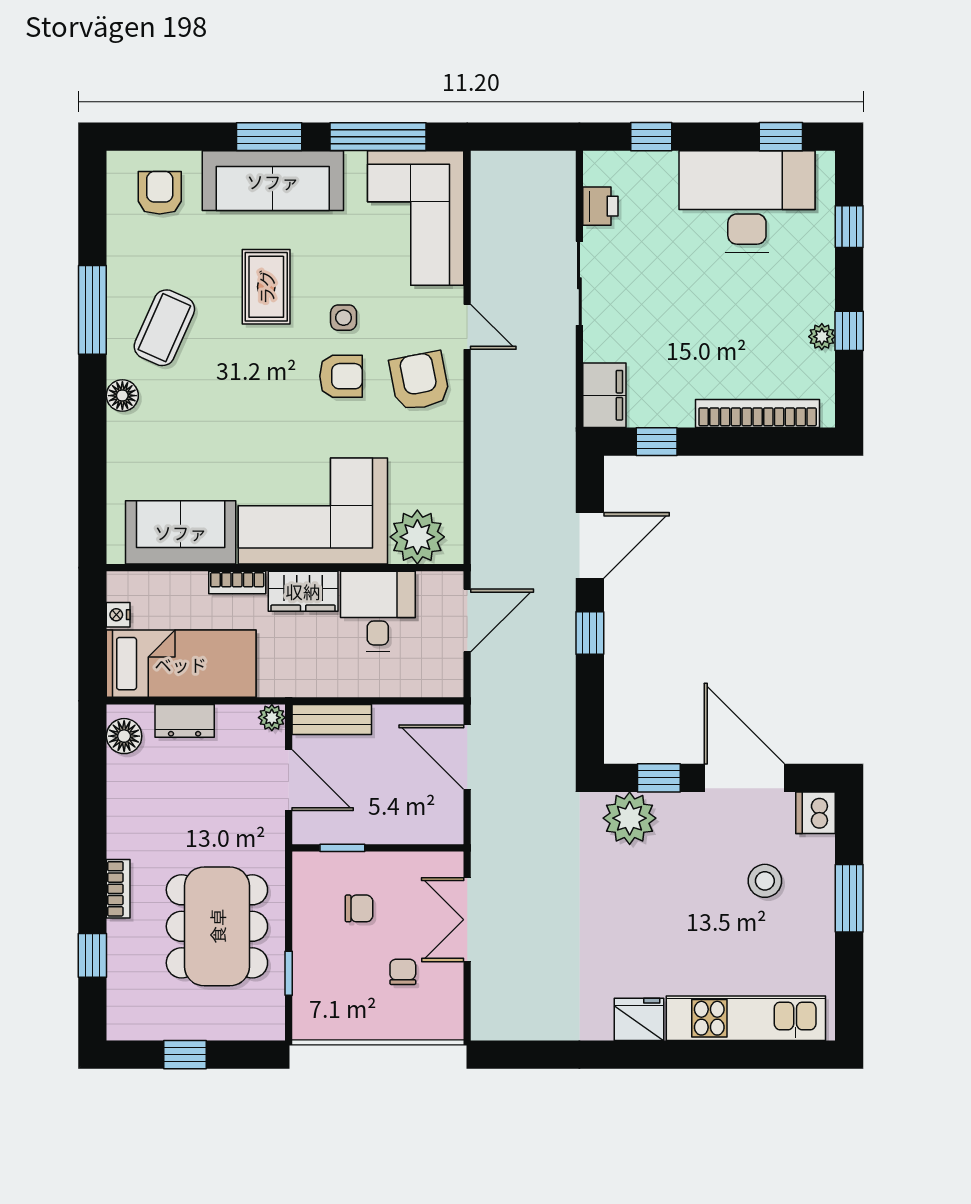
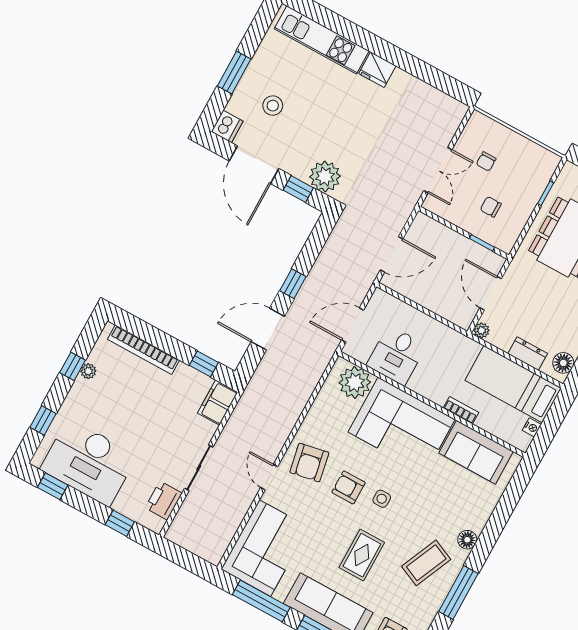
printer: (600, 206) -> (164, 500), width x1.36, depth x1.24
side table: (344, 318) -> (382, 499), moved
wardrobe: (303, 591) -> (429, 387), removed
bench: (332, 719) -> (451, 312), removed
door: (467, 757) -> (392, 254), hinge flipped

